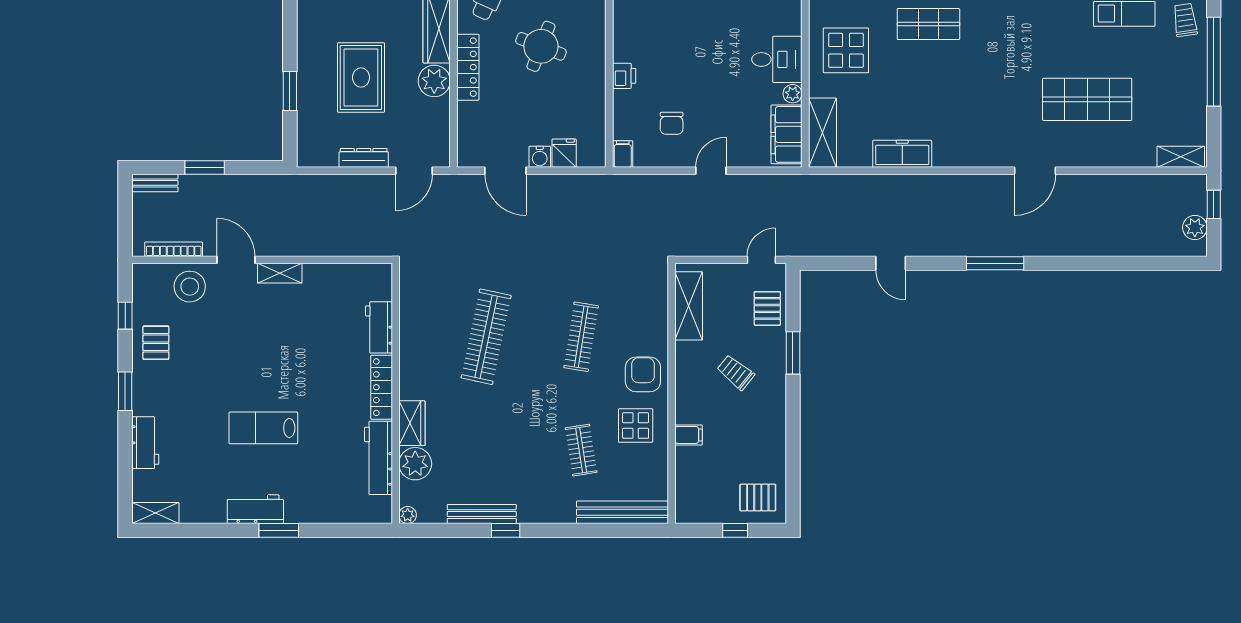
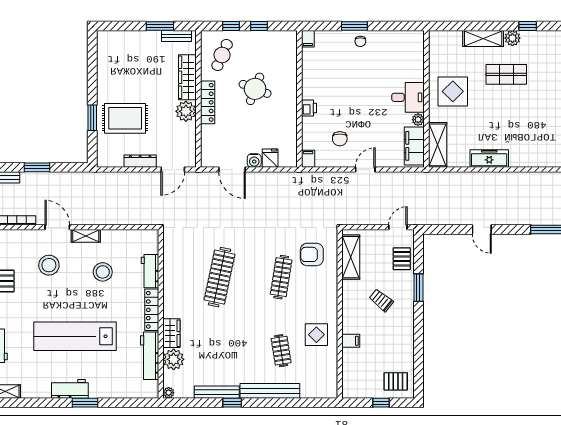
rug: (361, 77) -> (125, 118), moved, turned 90
stool: (190, 287) -> (49, 265), moved
stool: (306, 329) -> (103, 272), added
armchair: (643, 374) -> (312, 254), moved, turned -90
lab bench: (263, 428) -> (75, 336), width x1.86, depth x1.39
bench: (622, 512) -> (270, 391), moved

